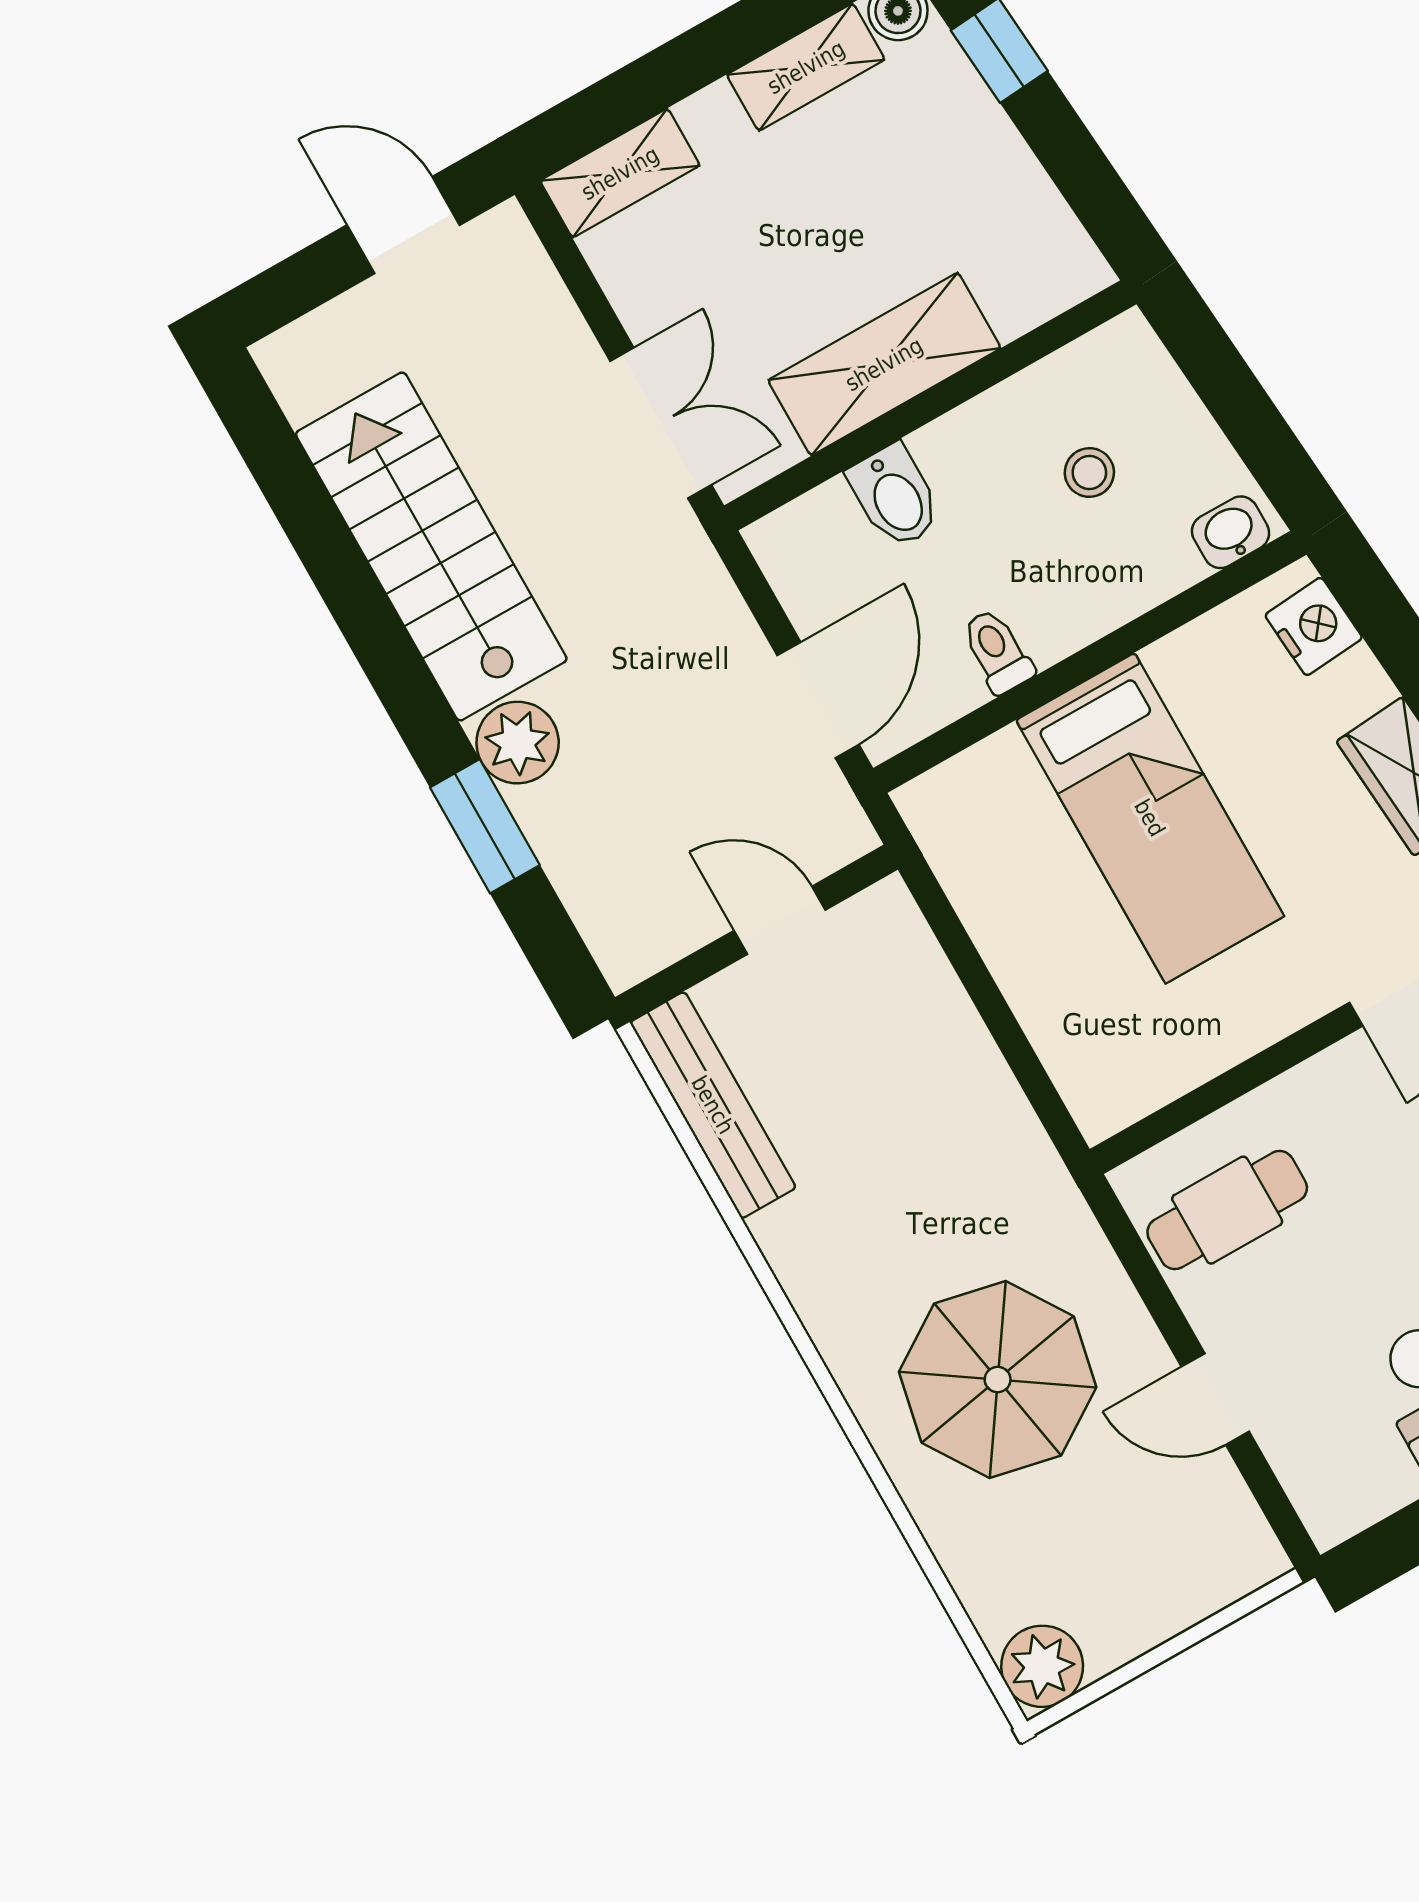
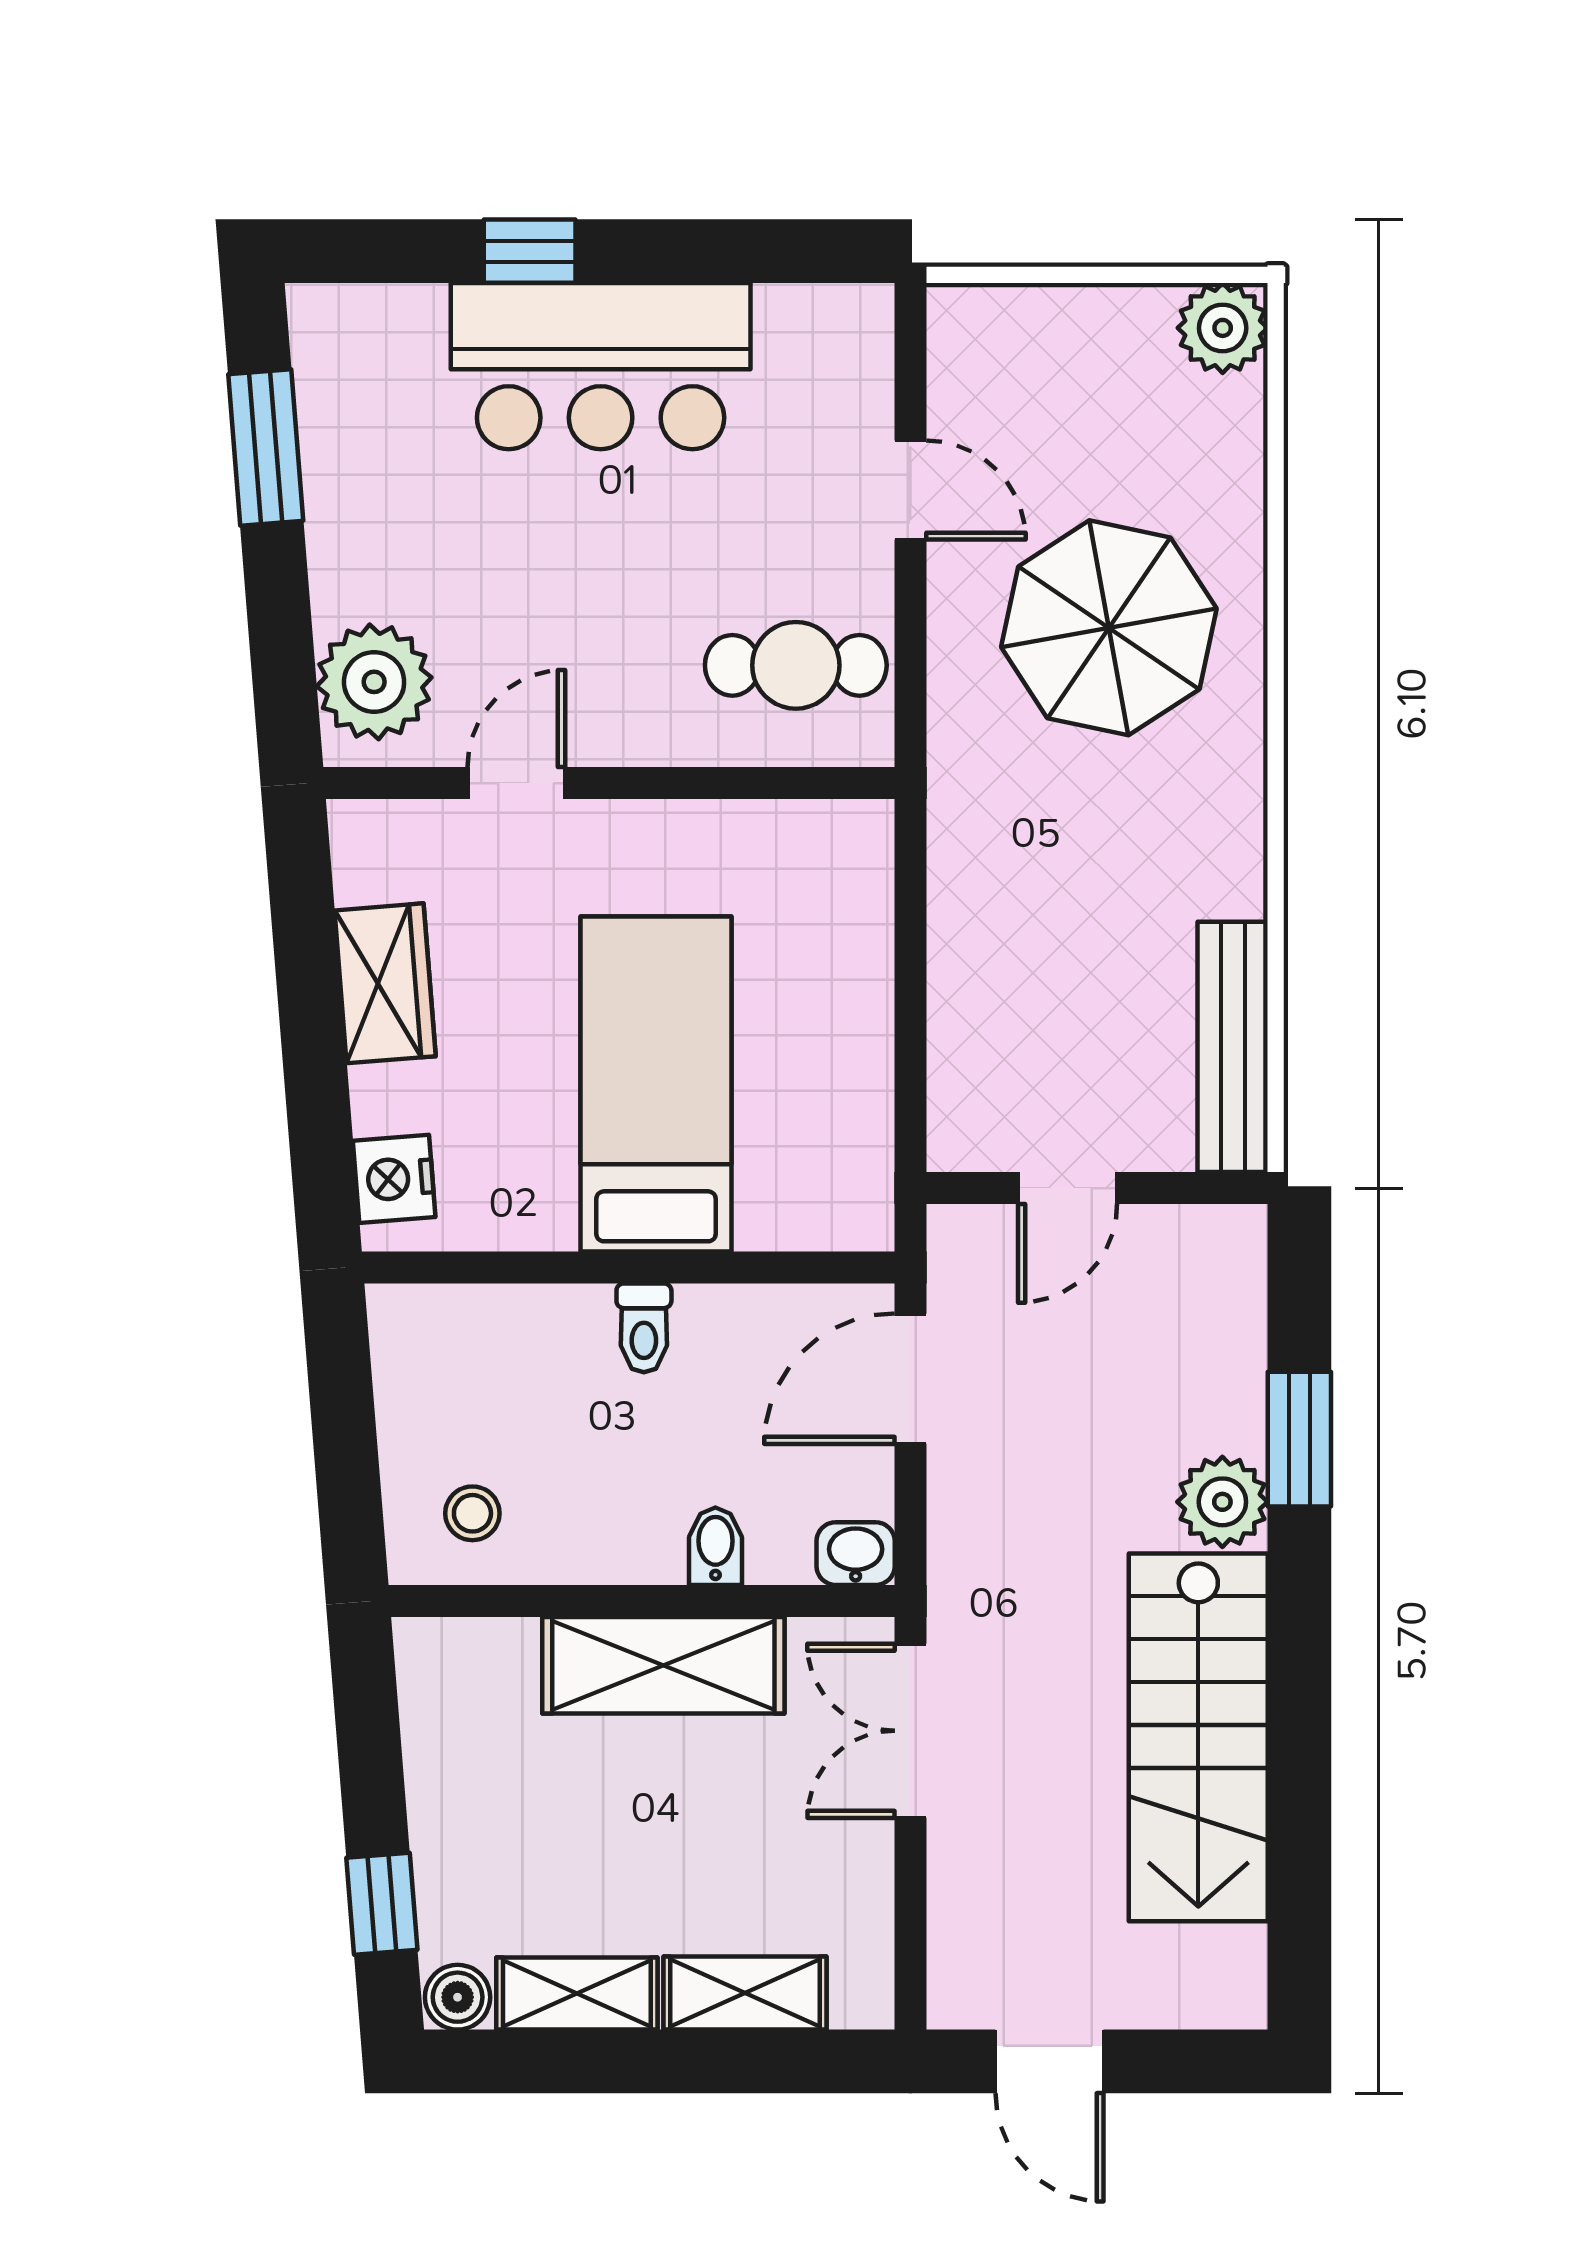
shelving: (620, 173) -> (745, 1993), moved
stool: (1089, 473) -> (472, 1513), moved
bidet: (895, 496) -> (715, 1546), width x0.72, depth x0.74
washbasin: (1231, 532) -> (856, 1554), moved, turned 180
toilet: (997, 651) -> (644, 1328), moved
door: (780, 920) -> (1067, 1188), hinge flipped

